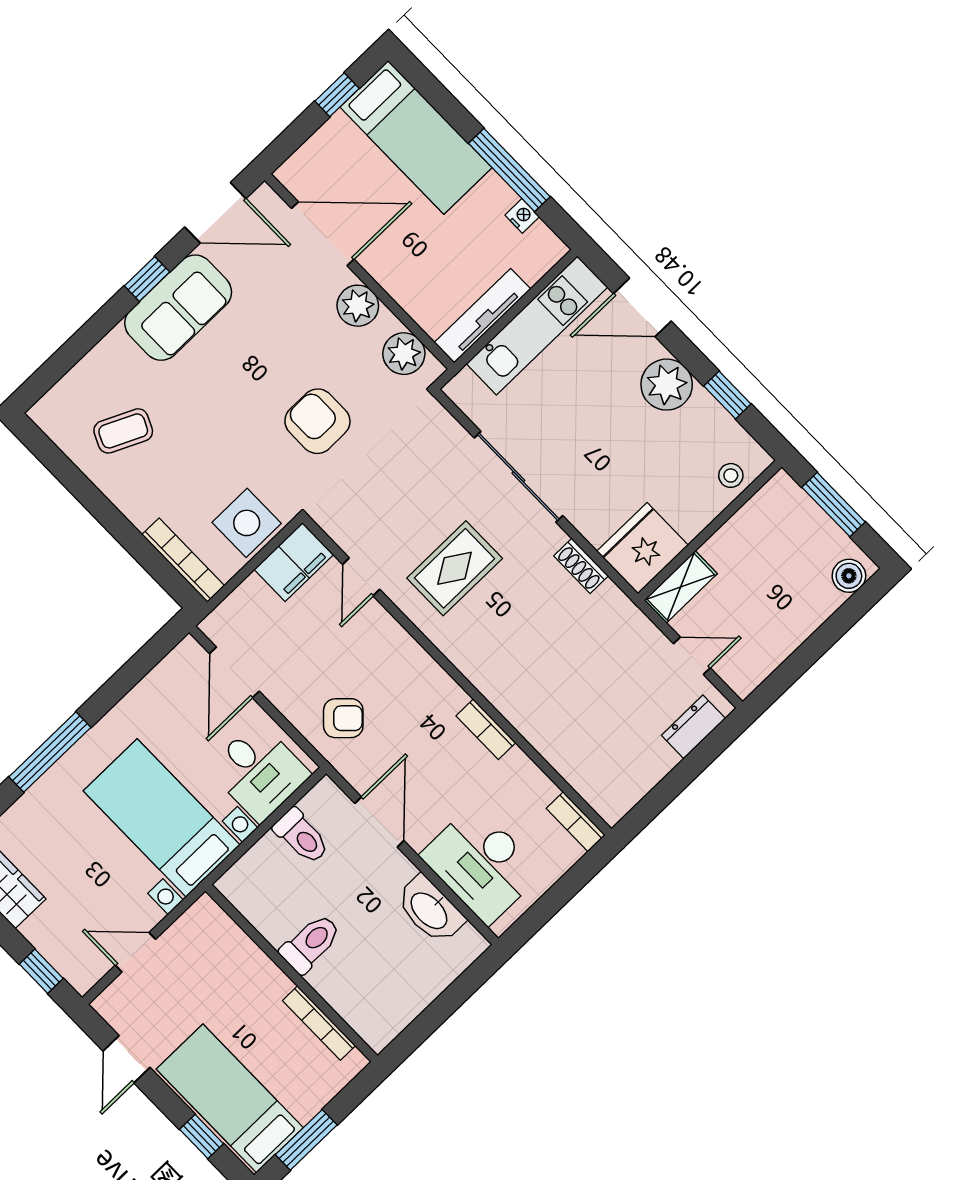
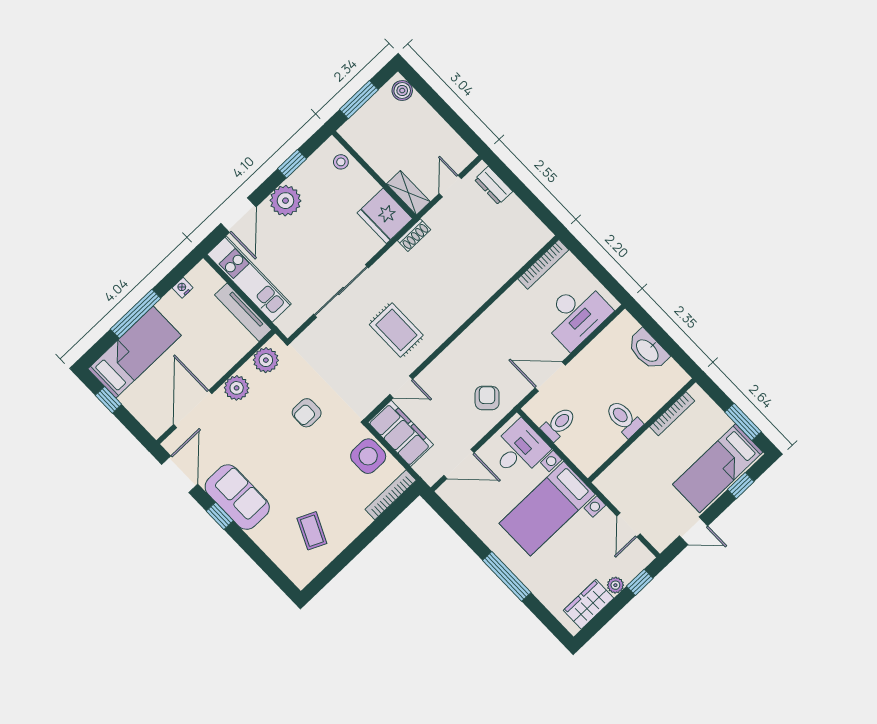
window: (509, 170) -> (136, 314), moved
armchair: (317, 421) -> (307, 413), width x0.72, depth x0.72
filing cabinet: (294, 562) -> (401, 433), width x1.50, depth x1.17
shoe rack: (581, 566) -> (414, 235), moved
bookcase: (486, 729) -> (494, 311), removed
bookcase: (576, 822) -> (543, 264), width x1.56
washbasin: (430, 910) -> (648, 350), moved, turned 90
plant: (36, 931) -> (615, 585), added

